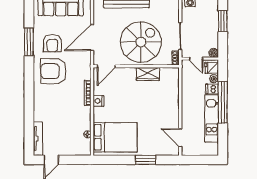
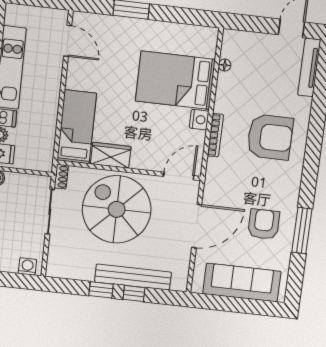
spiral stairs: (141, 42) -> (117, 209), turned 90
door: (196, 59) -> (27, 172), removed
armchair: (53, 71) -> (270, 137), moved
bed: (170, 88) -> (77, 127), added
bed: (115, 137) -> (175, 80), moved

